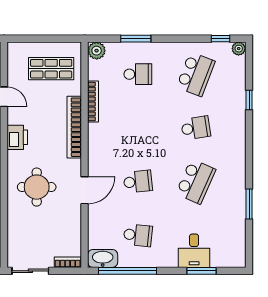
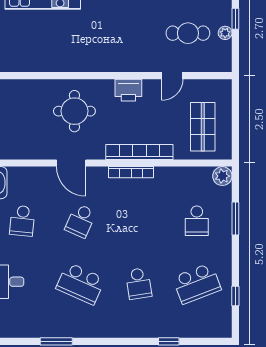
window: (220, 39) -> (235, 296), moved
plant: (239, 49) -> (225, 330), removed
school desk: (196, 74) -> (197, 283), turned -42
bookcase: (93, 102) -> (131, 172), moved
school desk: (138, 182) -> (80, 221), turned 30

